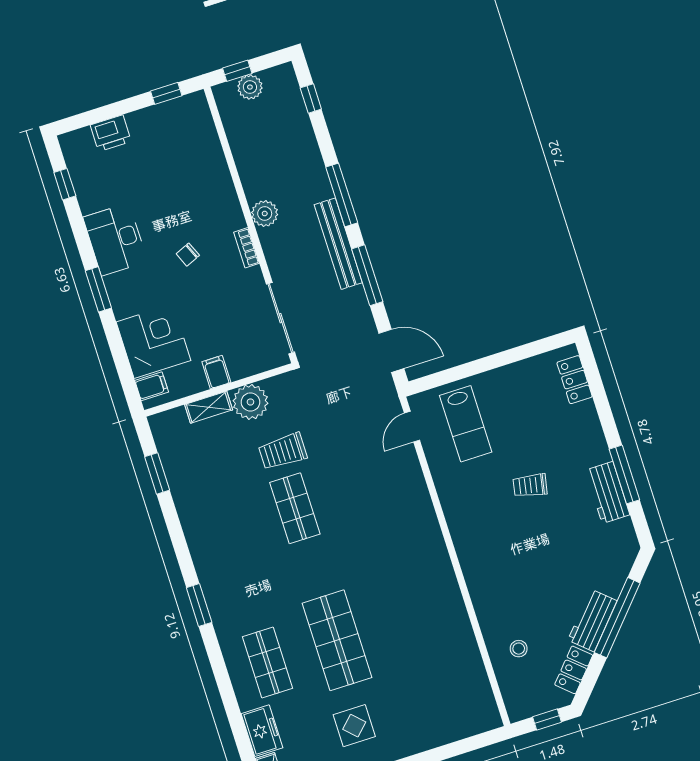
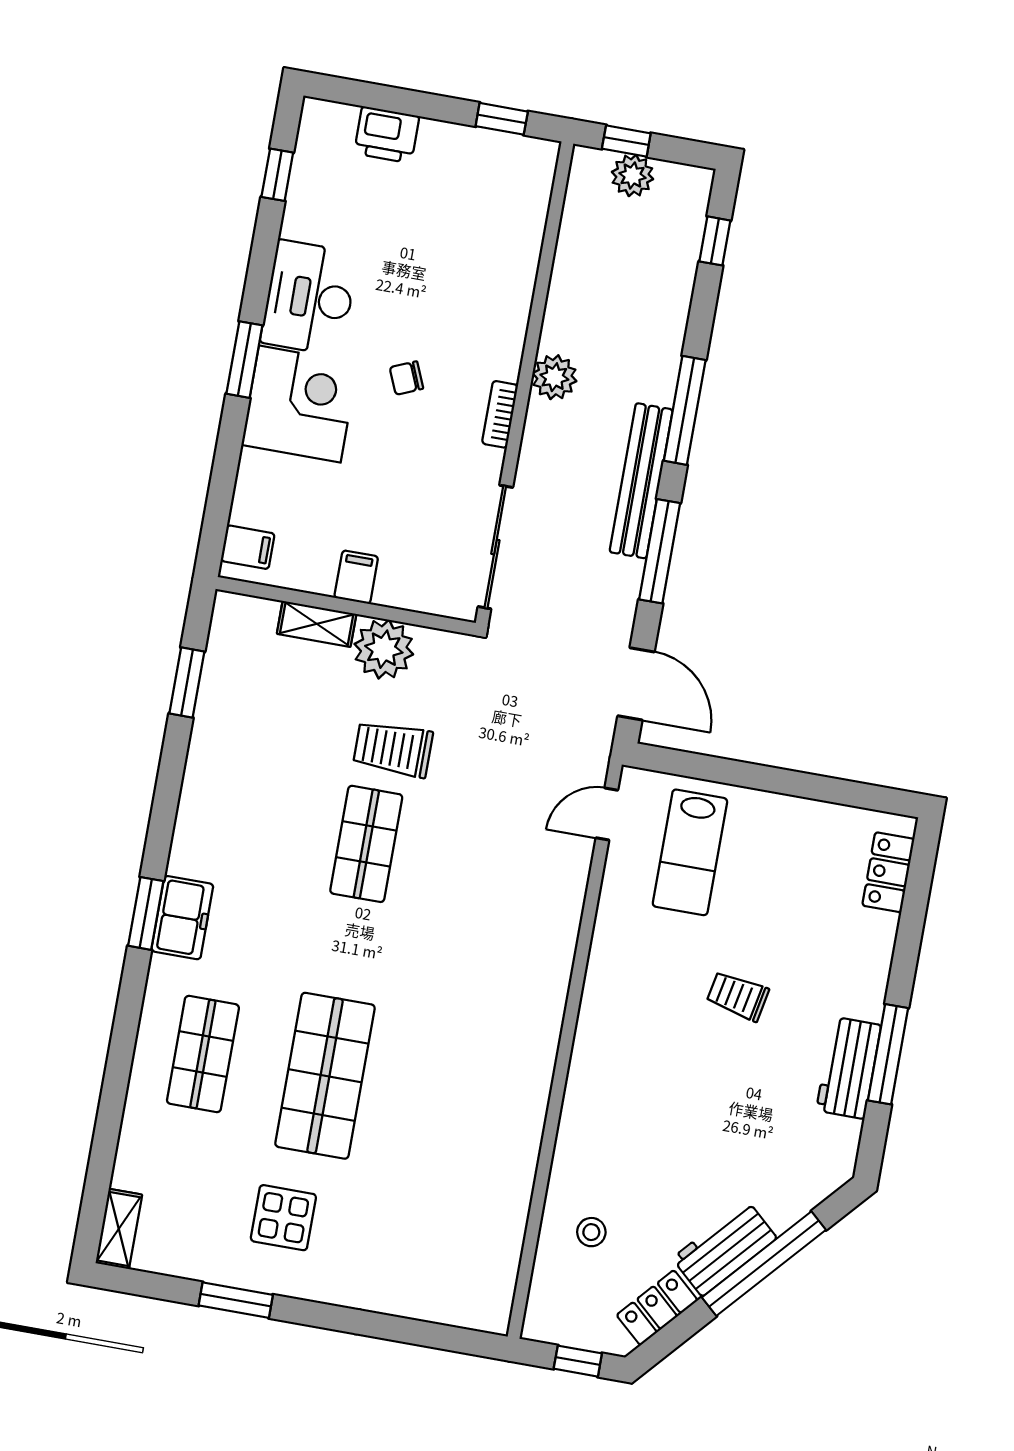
corner desk: (153, 341) -> (300, 404), moved
freezer: (262, 731) -> (182, 918), moved

